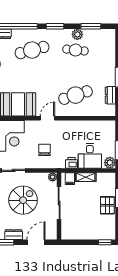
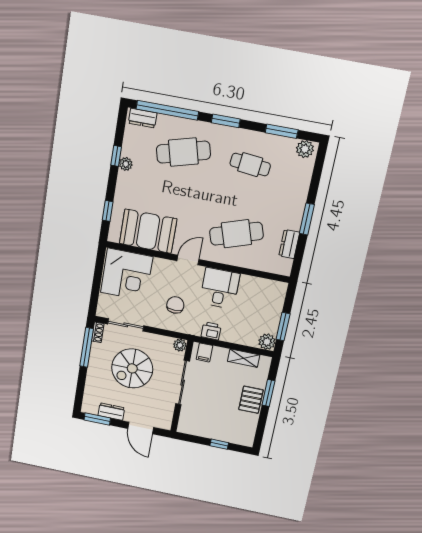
plant: (77, 34) -> (305, 149), moved
desk: (90, 156) -> (220, 288), moved, turned 180
shelving: (86, 177) -> (244, 358), moved
spiral stairs: (23, 200) -> (132, 368), turned 180
door: (36, 242) -> (141, 428), swing flipped
window: (105, 242) -> (219, 444), moved

